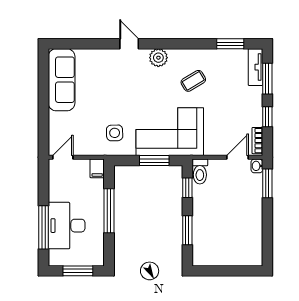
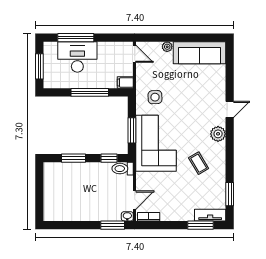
window: (267, 117) -> (169, 225), removed
plant: (54, 118) -> (167, 47), added
door: (237, 157) -> (135, 200), hinge flipped

